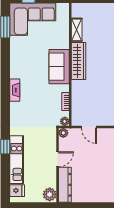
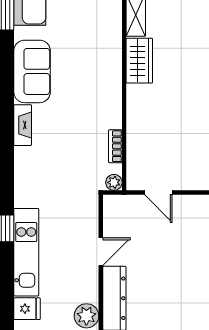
wardrobe: (79, 61) -> (139, 61), width x0.67
sofa: (59, 67) -> (32, 71), moved, turned 180
plant: (63, 133) -> (111, 203), removed

